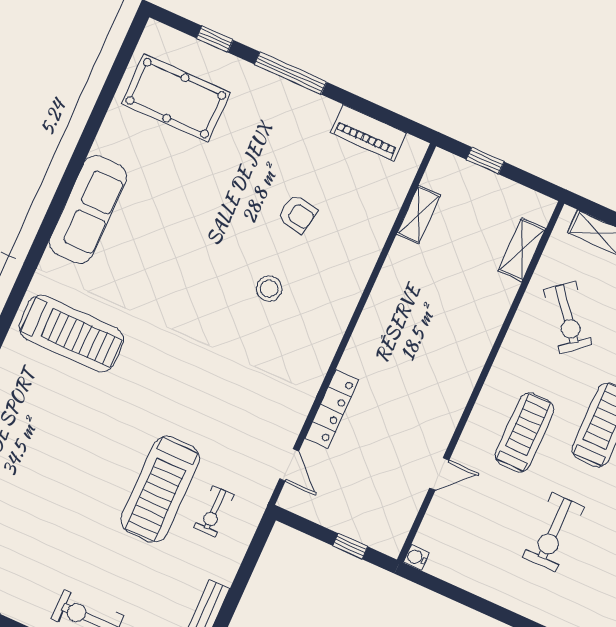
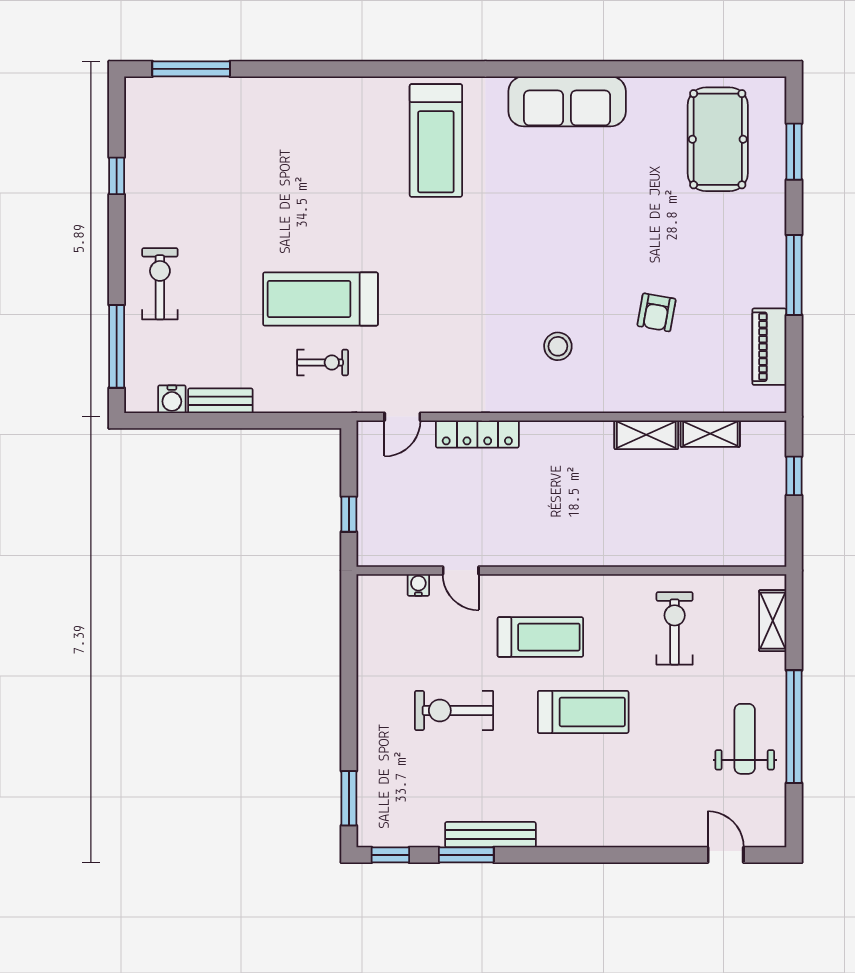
window: (215, 39) -> (794, 152), width x1.50
window: (290, 73) -> (794, 275), moved
shelving: (522, 250) -> (646, 435), moved
stool: (269, 289) -> (558, 346), moved
exercise bike: (568, 317) -> (675, 628), turned 129
exercise bike: (214, 511) -> (323, 362), turned 180
water cooler: (416, 557) -> (418, 585), moved

